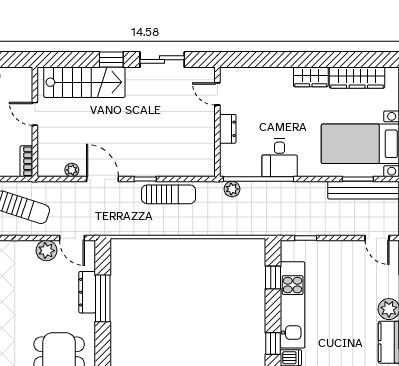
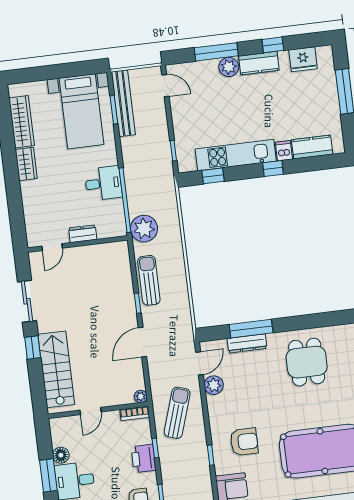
plant: (72, 170) -> (141, 396), moved
plant: (232, 189) -> (144, 229), width x1.87, depth x1.87
door: (377, 238) -> (165, 86), hinge flipped

